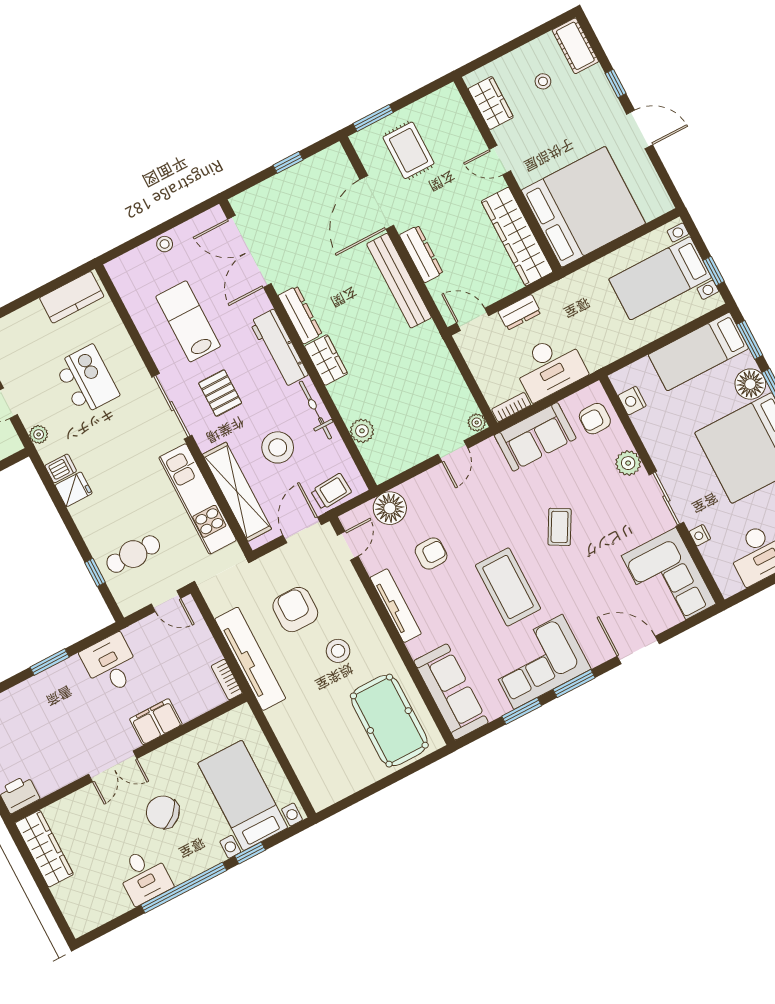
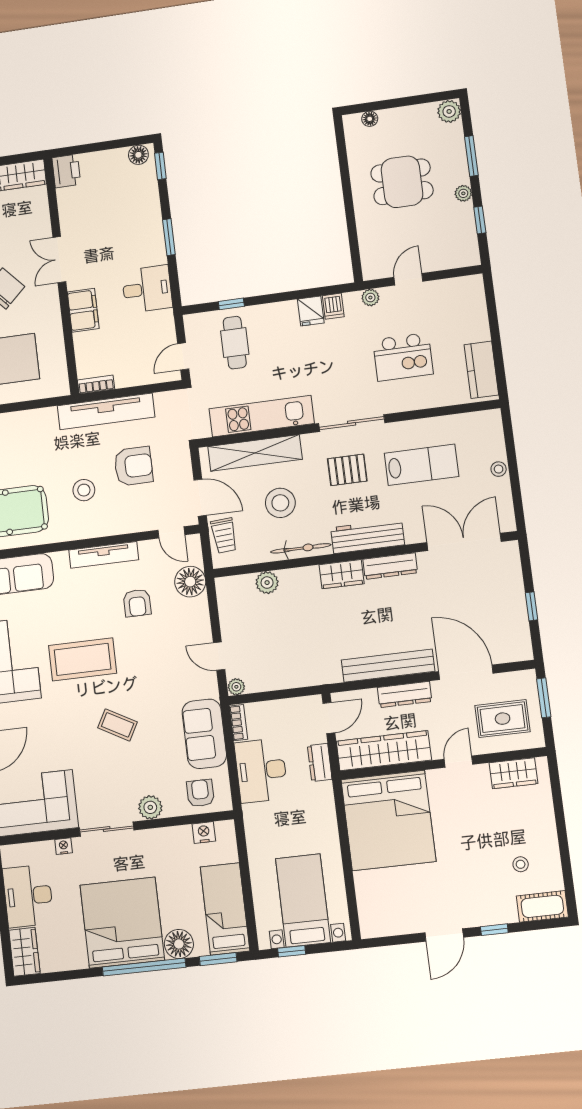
wardrobe: (491, 103) -> (513, 773), moved
door: (500, 160) -> (458, 762), moved
wall: (507, 174) -> (443, 763), moved
bed: (583, 207) -> (388, 821), moved
wardrobe: (517, 237) -> (384, 751), moved

